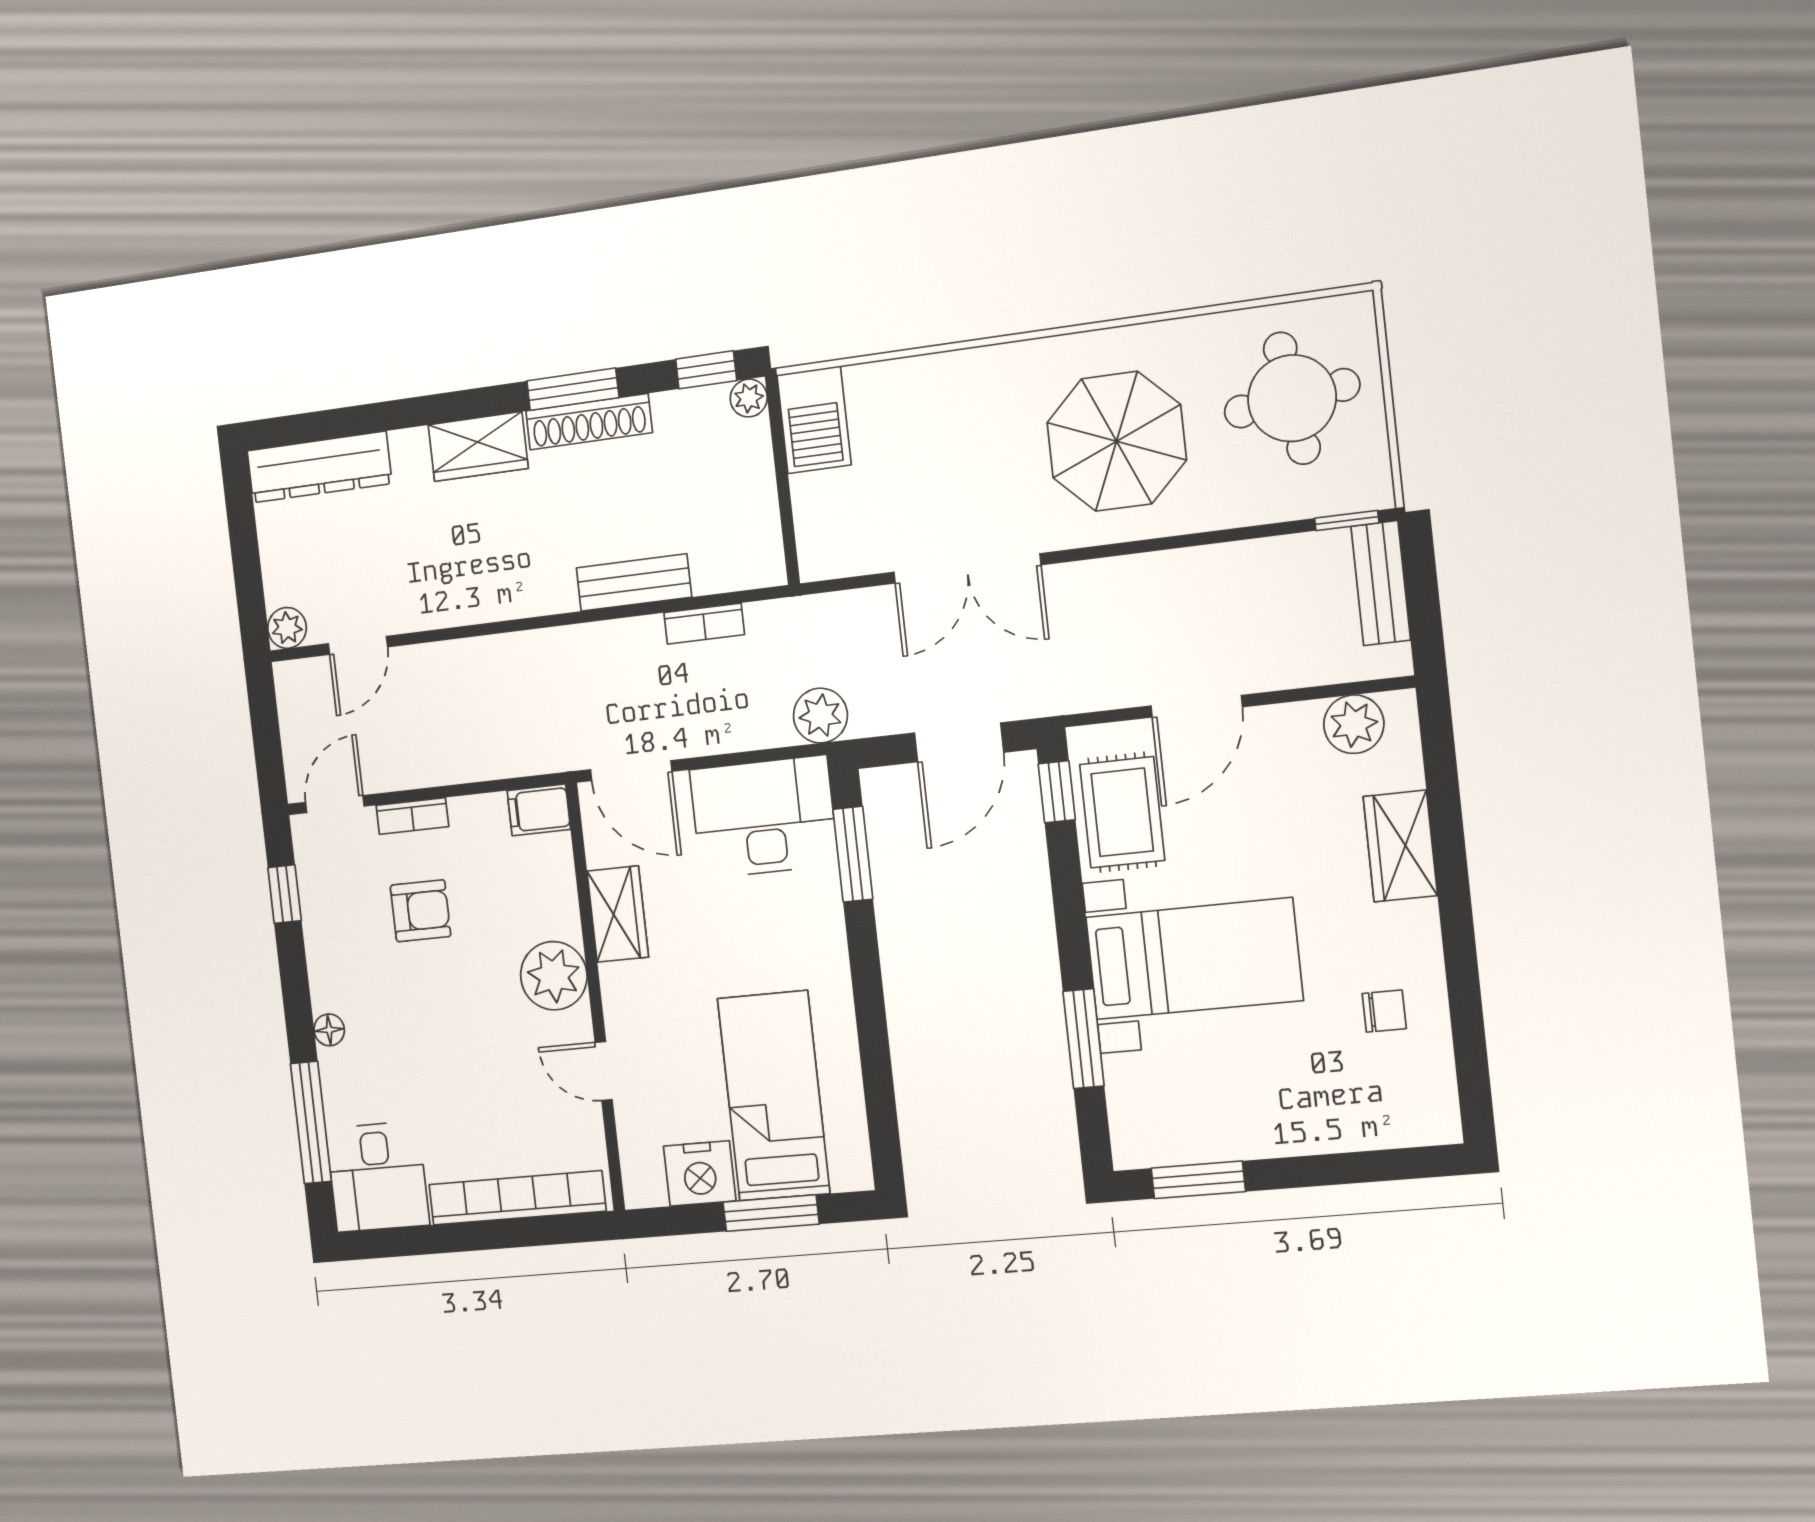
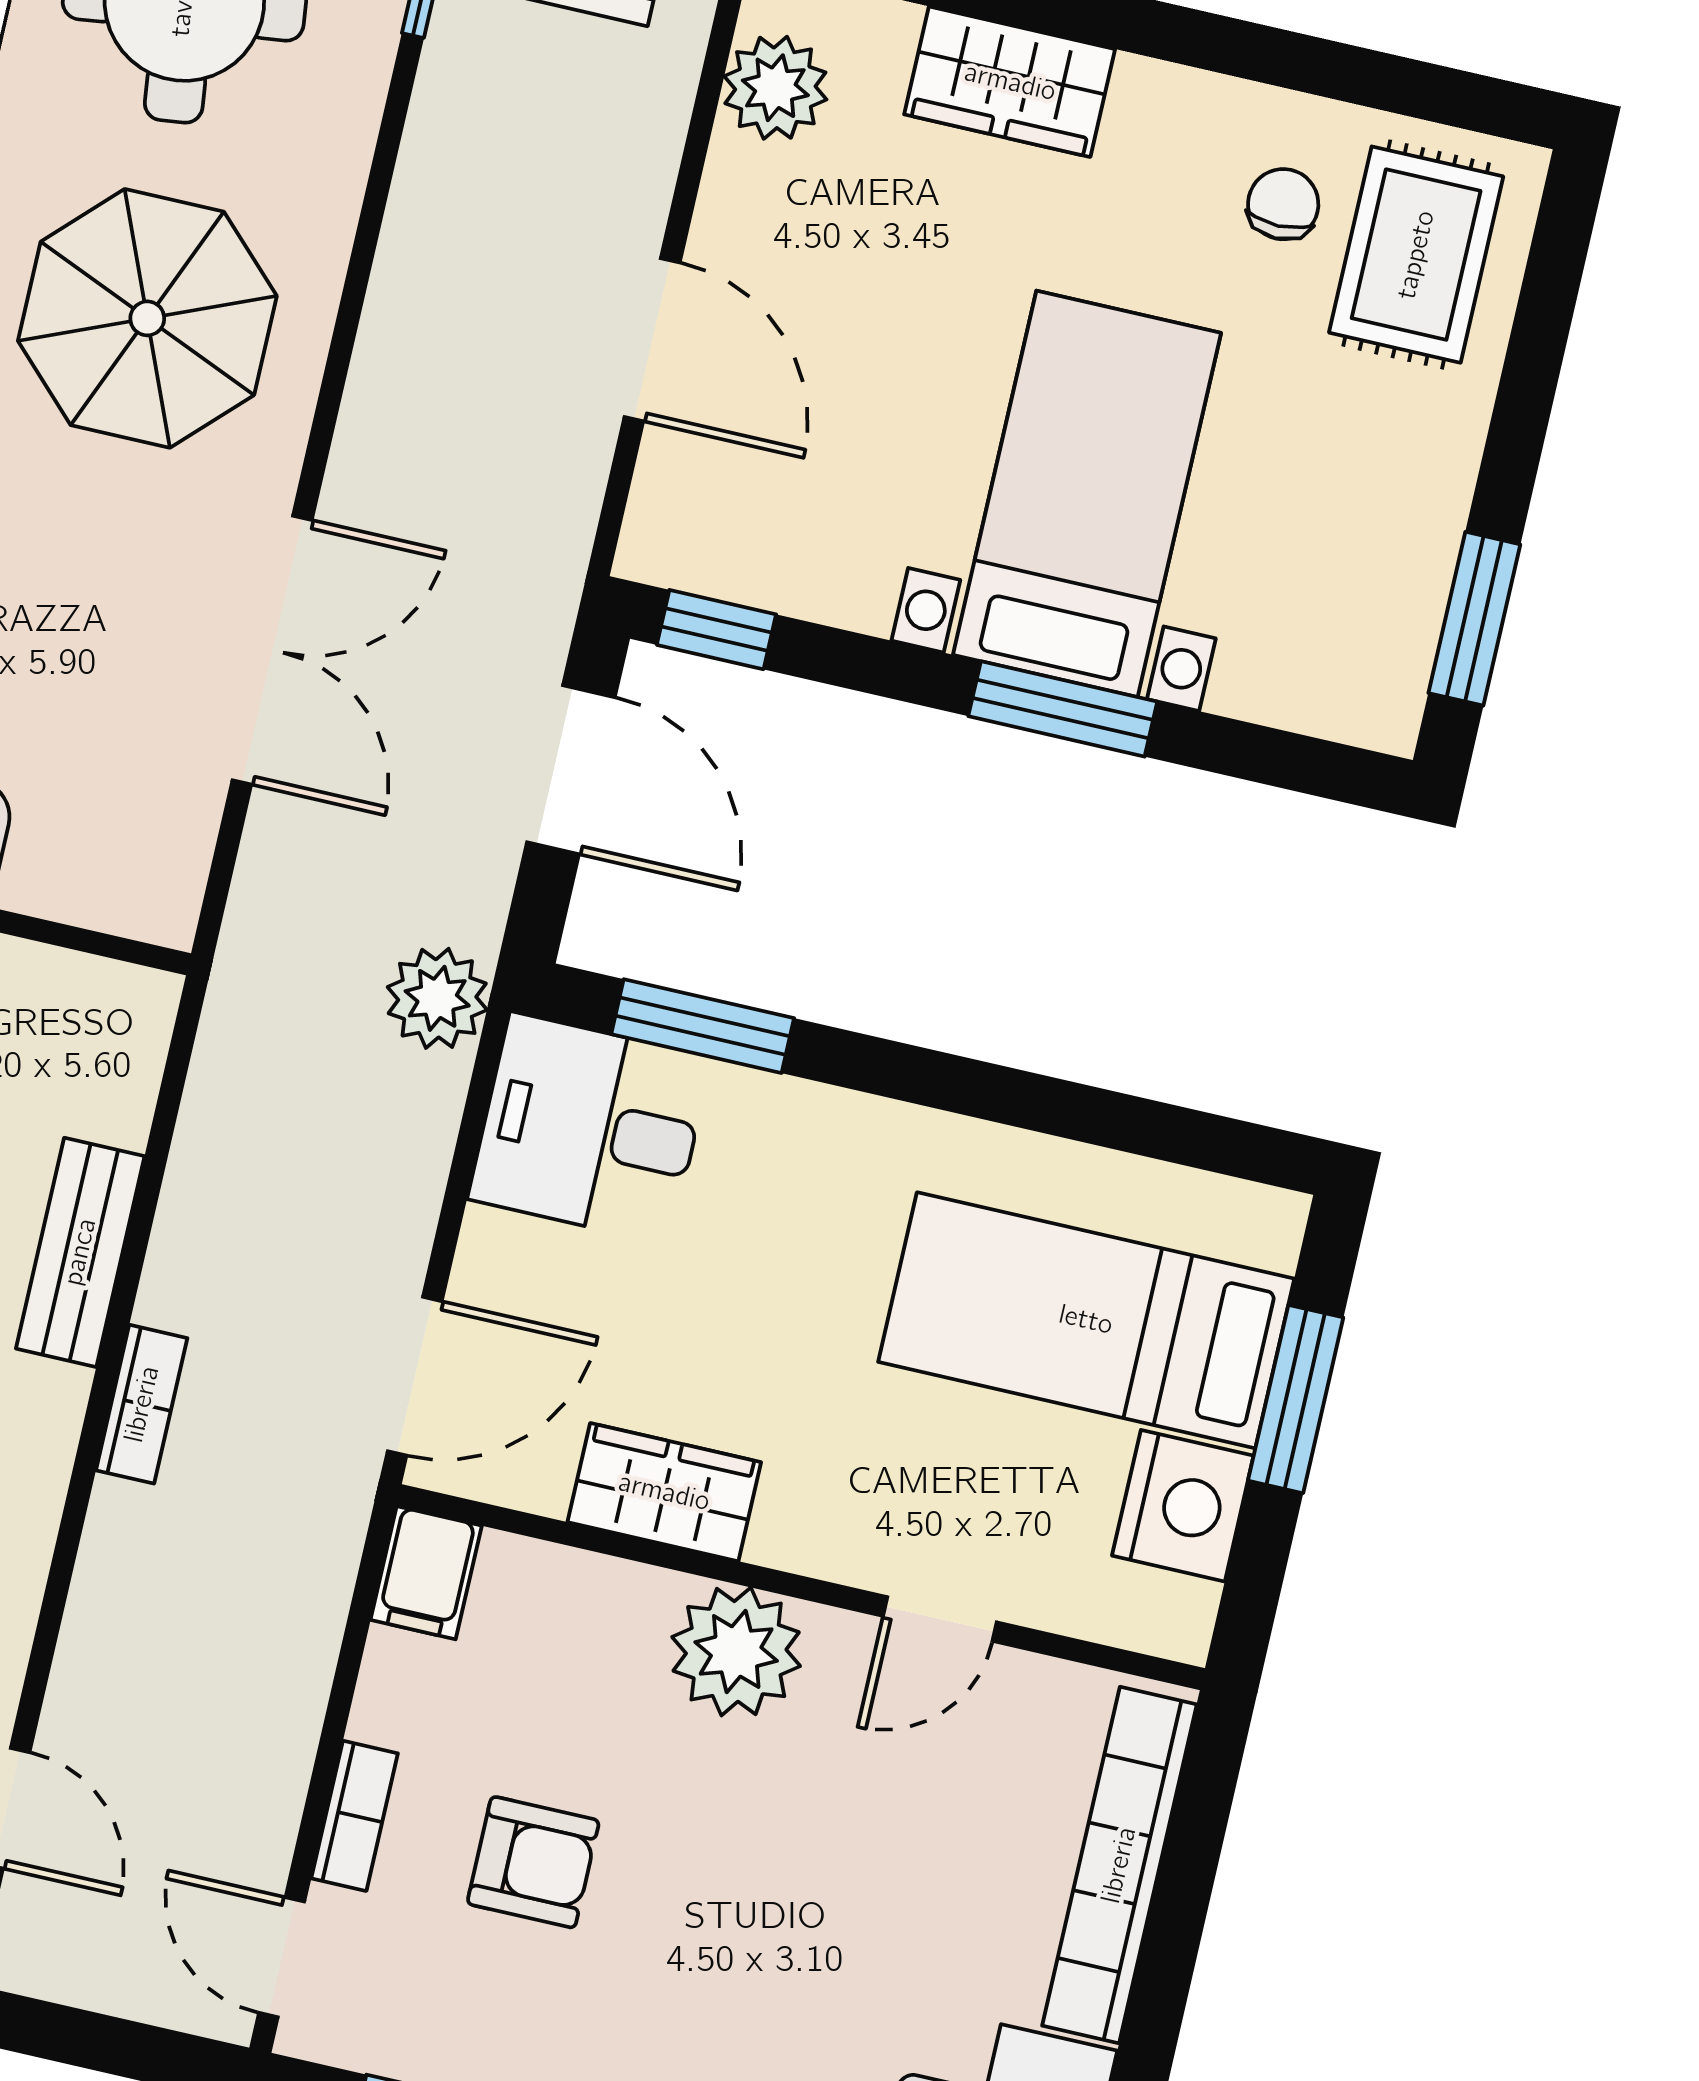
bookcase: (704, 624) -> (142, 1404), moved
rug: (1122, 812) -> (1416, 255), moved, turned 90
desk: (764, 817) -> (590, 1128), width x0.73
armchair: (421, 911) -> (533, 1862), turned 90
window: (1084, 1039) -> (1063, 709), moved

